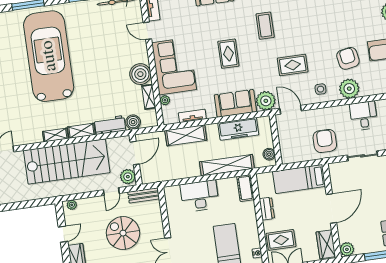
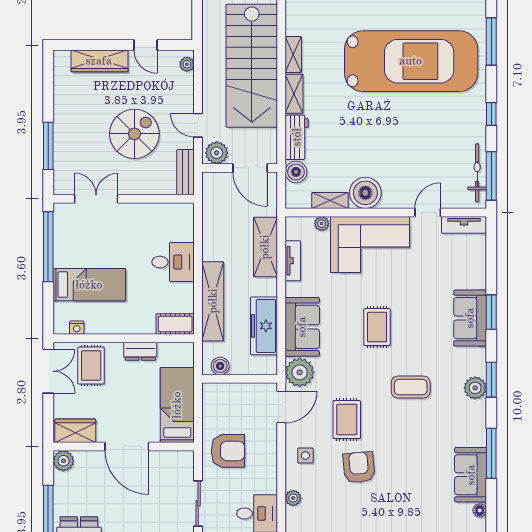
rug: (228, 54) -> (377, 327), turned 90
armchair: (348, 58) -> (359, 467), moved, turned -85
plant: (349, 89) -> (293, 498), width x0.53, depth x0.53
desk: (200, 196) -> (173, 262), width x0.73

